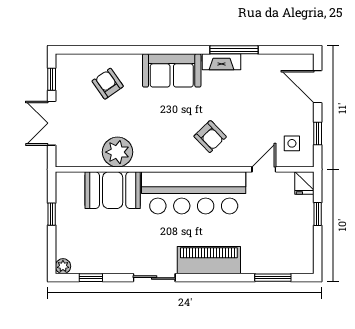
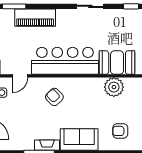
armchair: (108, 84) -> (120, 131), turned 125
piano: (209, 260) -> (35, 18), moved

